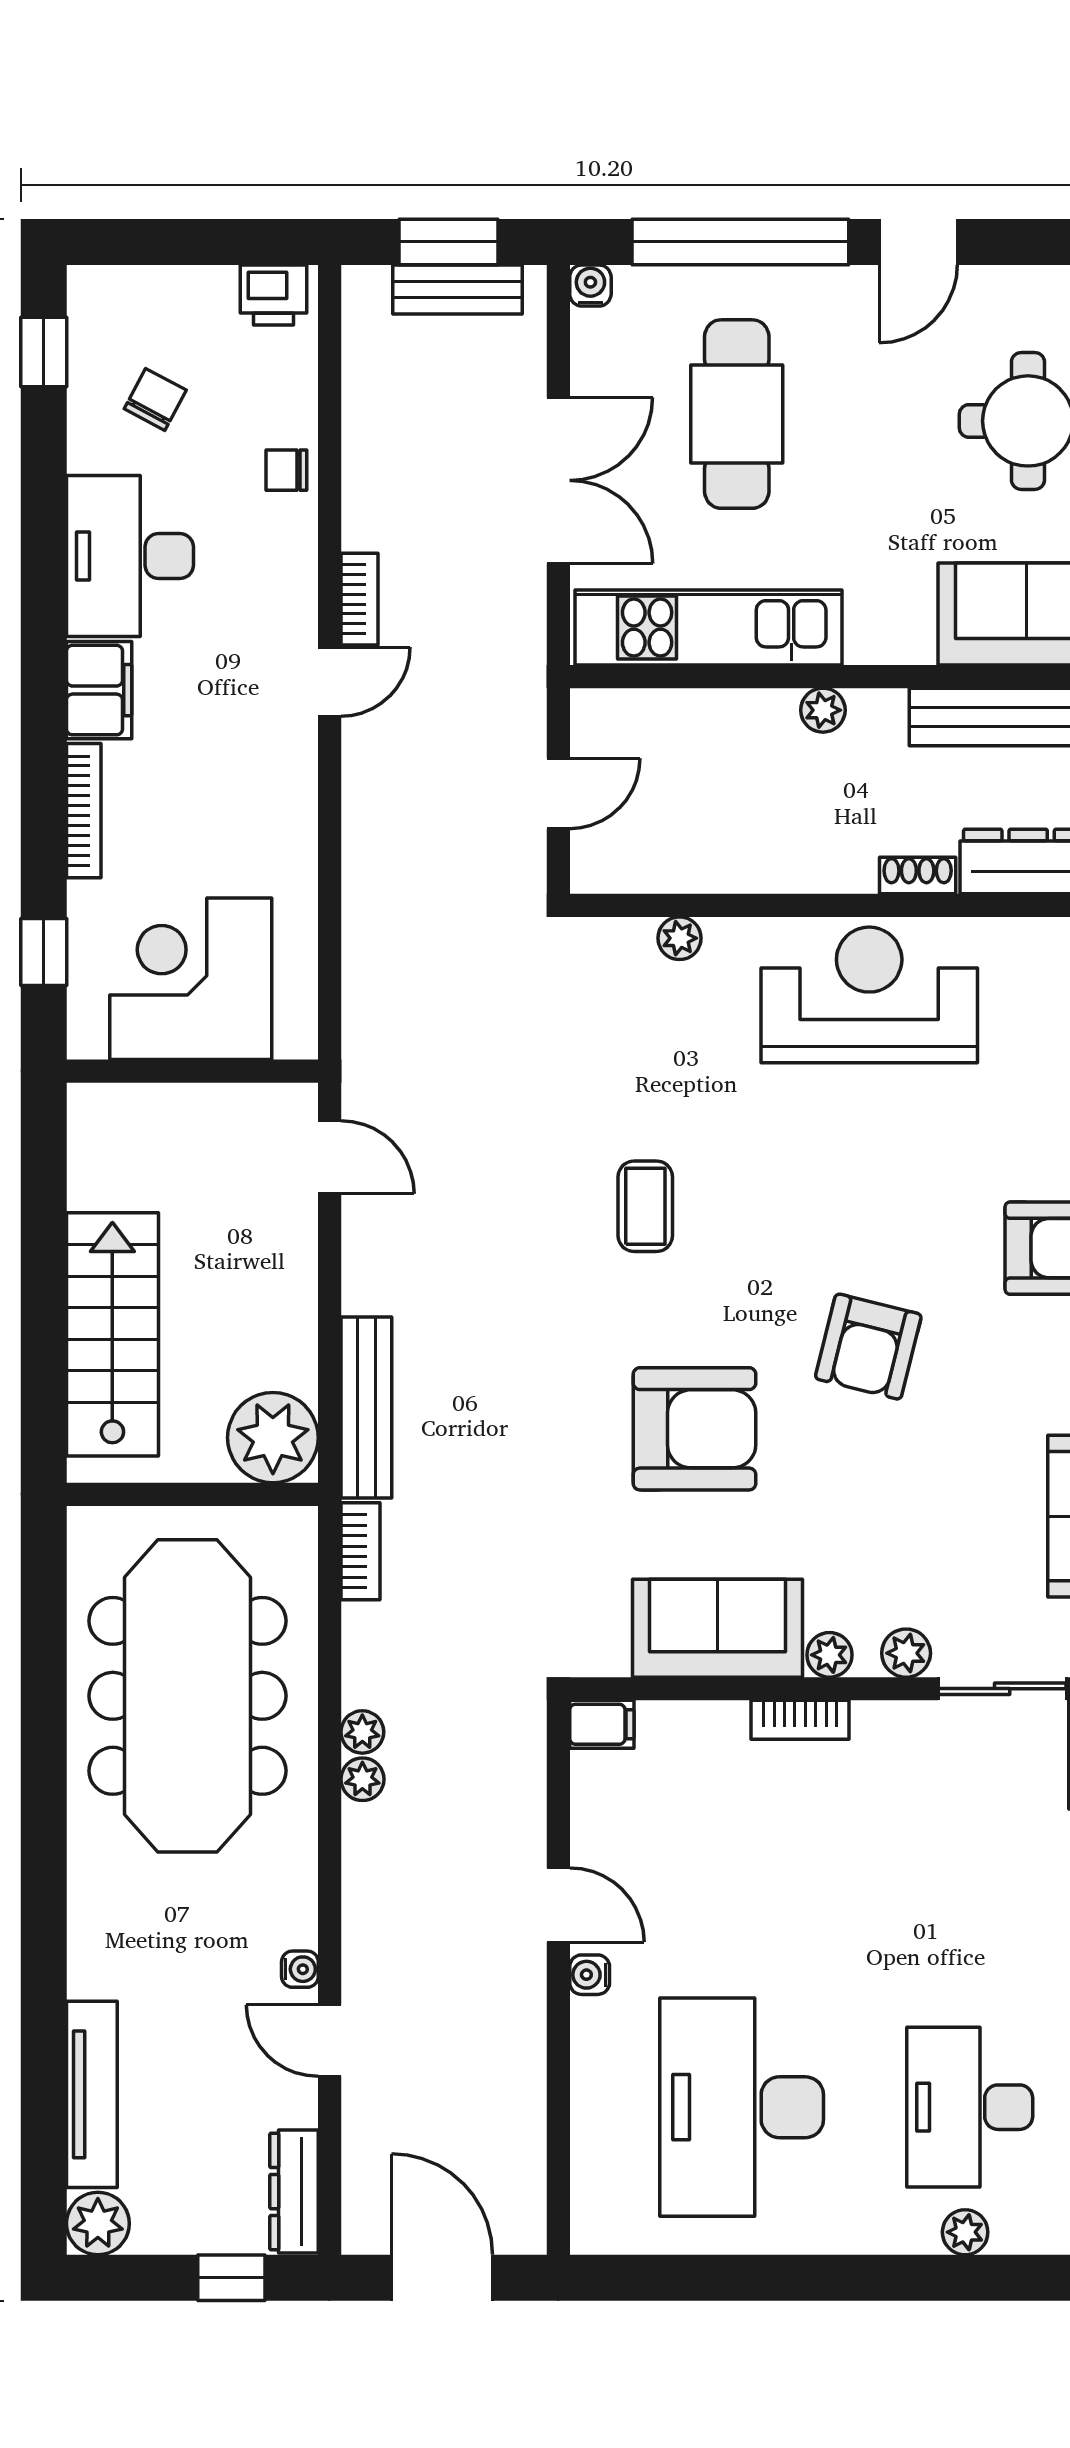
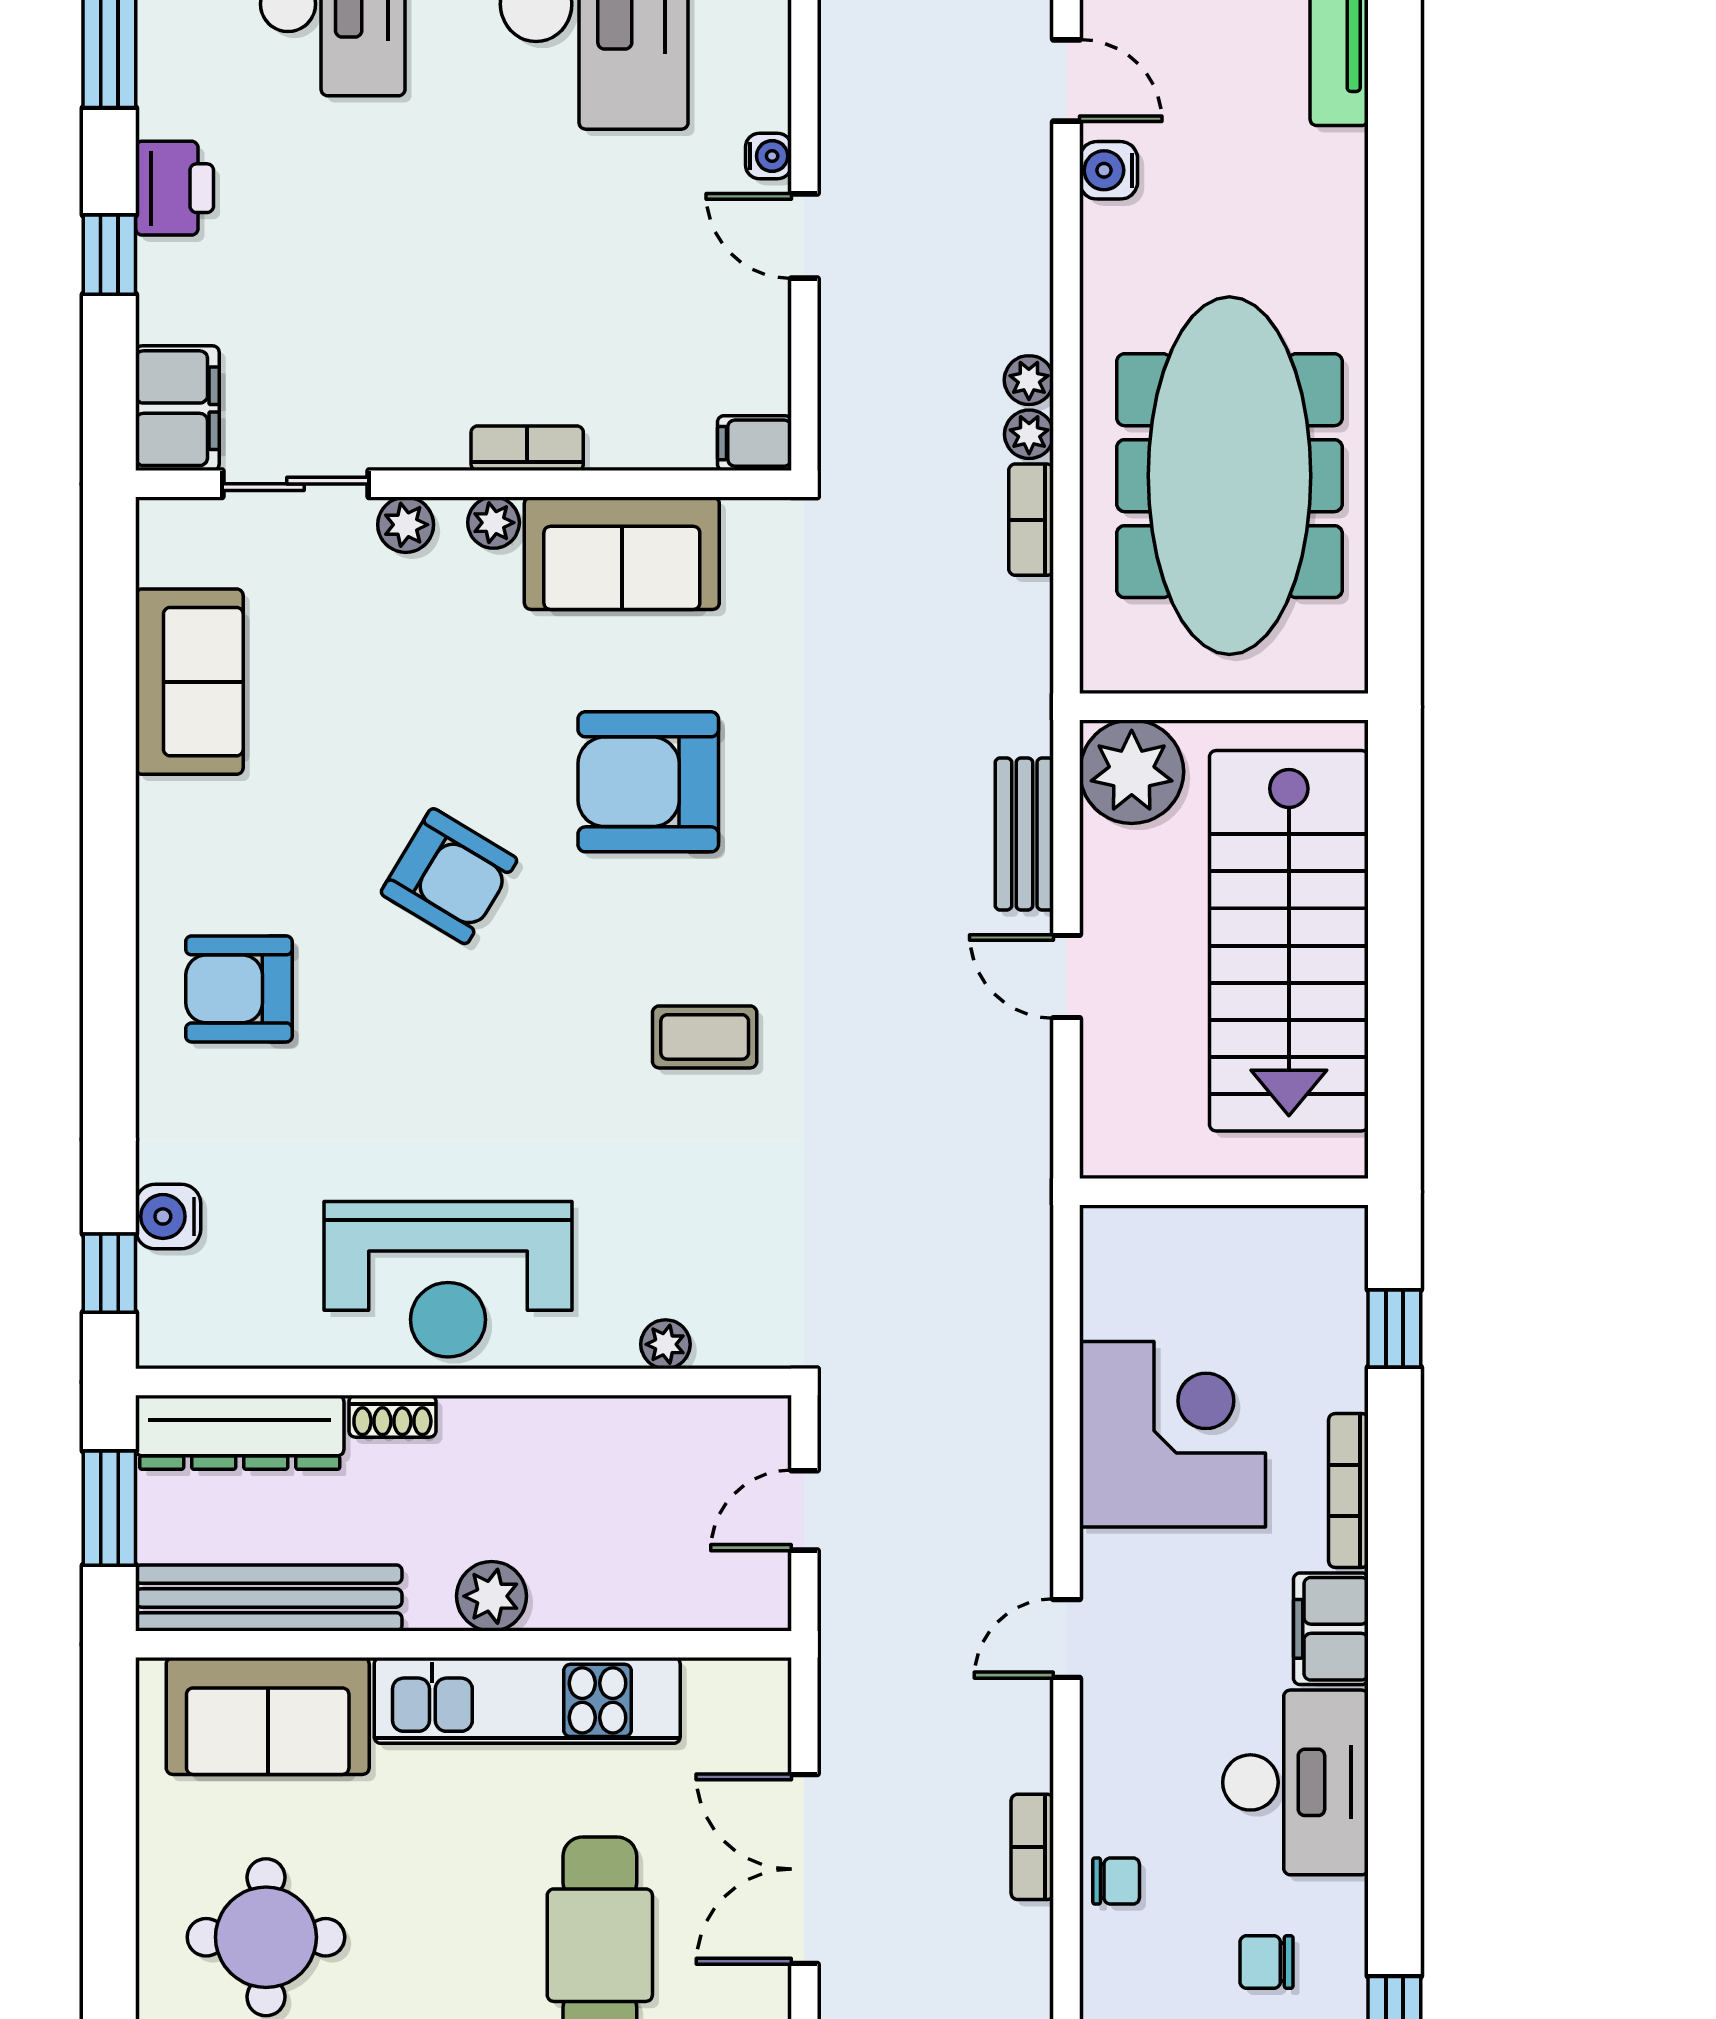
chair: (155, 399) -> (1267, 1962), turned 62
bookcase: (359, 599) -> (1032, 1847), moved
kitchen unit: (708, 628) -> (527, 1700), moved
plant: (823, 710) -> (492, 1596), width x1.38, depth x1.38
corner desk: (191, 979) -> (1173, 1434), moved, turned -90
door: (330, 1157) -> (1067, 976), moved
coffee table: (645, 1206) -> (705, 1037), turned 90
stairs: (112, 1334) -> (1289, 941), width x1.36, depth x1.51
armchair: (868, 1347) -> (449, 876), turned 107
bench: (366, 1407) -> (1024, 834), width x0.73
bookcase: (360, 1551) -> (1031, 520), moved
water cooler: (300, 1969) -> (1109, 170), width x1.38, depth x1.38

